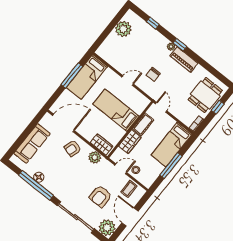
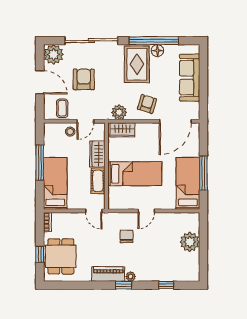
plant: (123, 29) -> (190, 242), moved
rug: (59, 179) -> (137, 64), added

